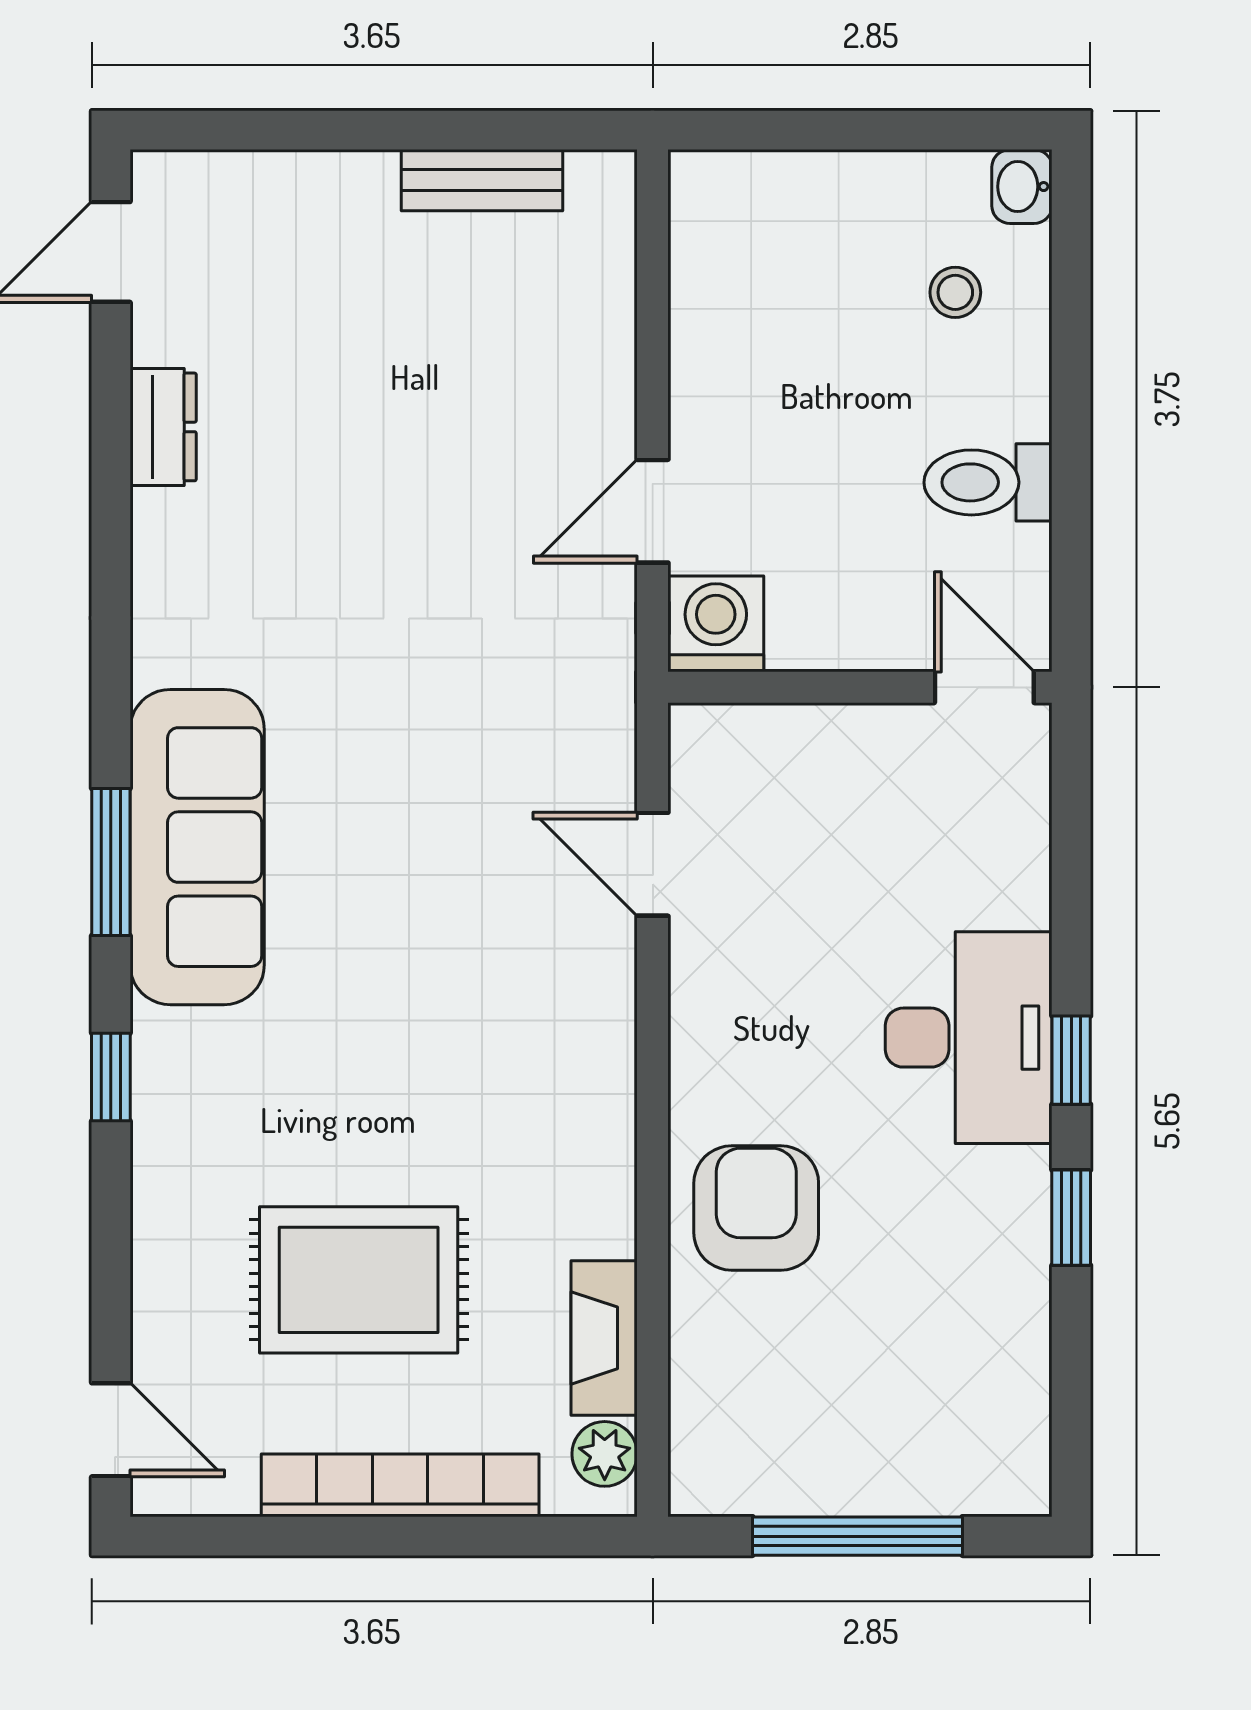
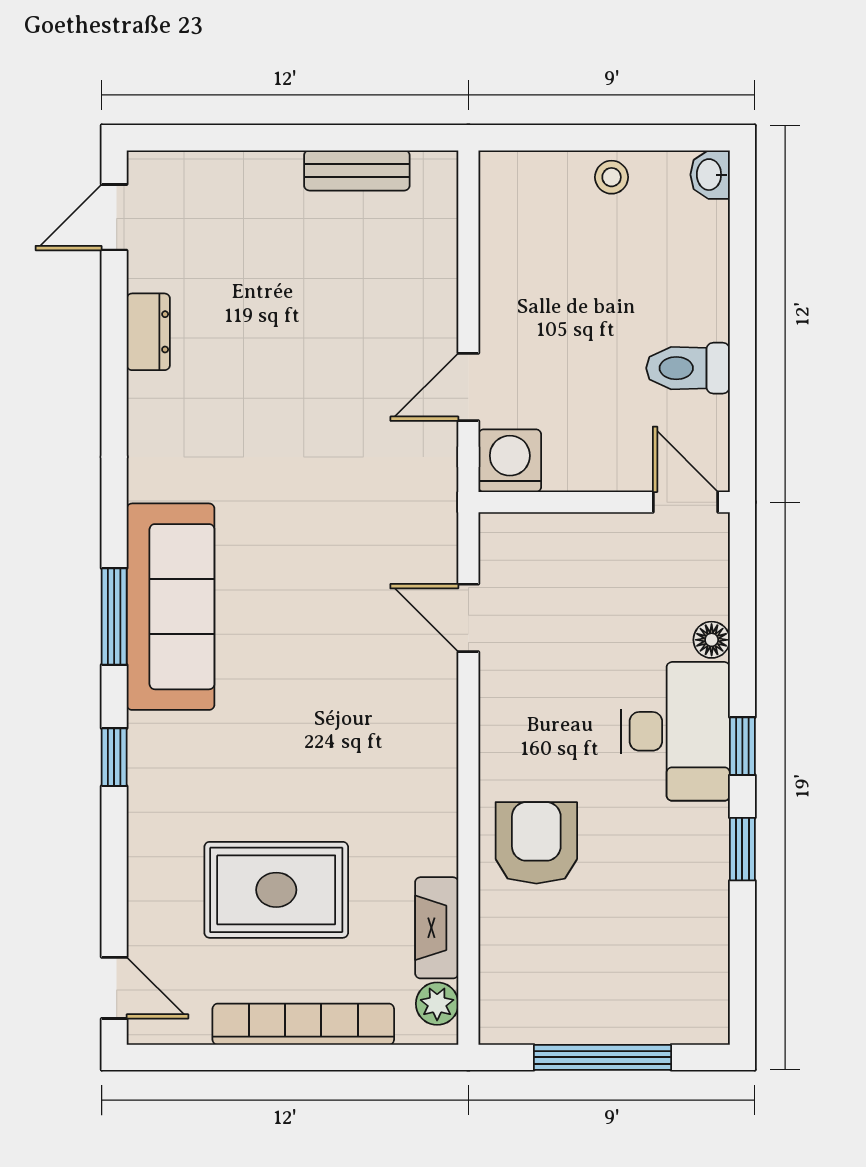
stool: (955, 292) -> (612, 177), moved
floor lamp: (1024, 898) -> (712, 640), added

